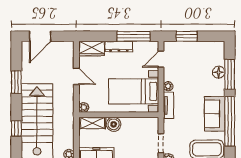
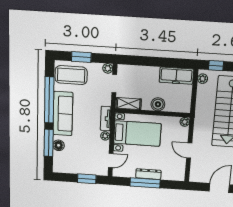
window: (134, 36) -> (145, 183), moved
wardrobe: (92, 49) -> (173, 174), removed
sofa: (215, 114) -> (63, 114), width x1.36
shelving: (93, 123) -> (129, 104), moved

